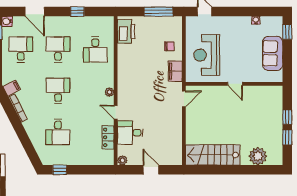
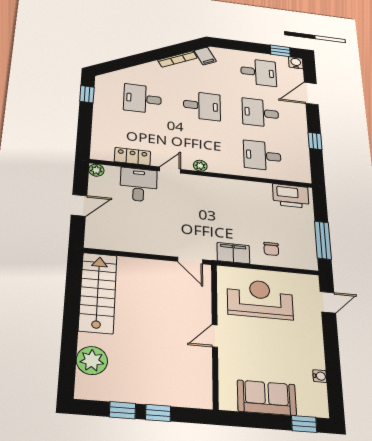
desk: (58, 49) -> (260, 113), turned 180

